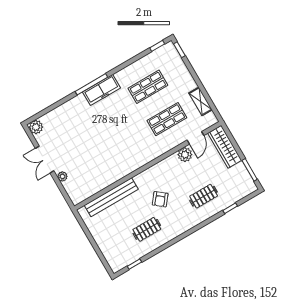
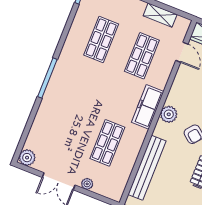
freezer: (102, 90) -> (148, 107), moved, turned 180
plant: (185, 155) -> (169, 114), moved
shop shelf: (98, 160) -> (107, 143), added

